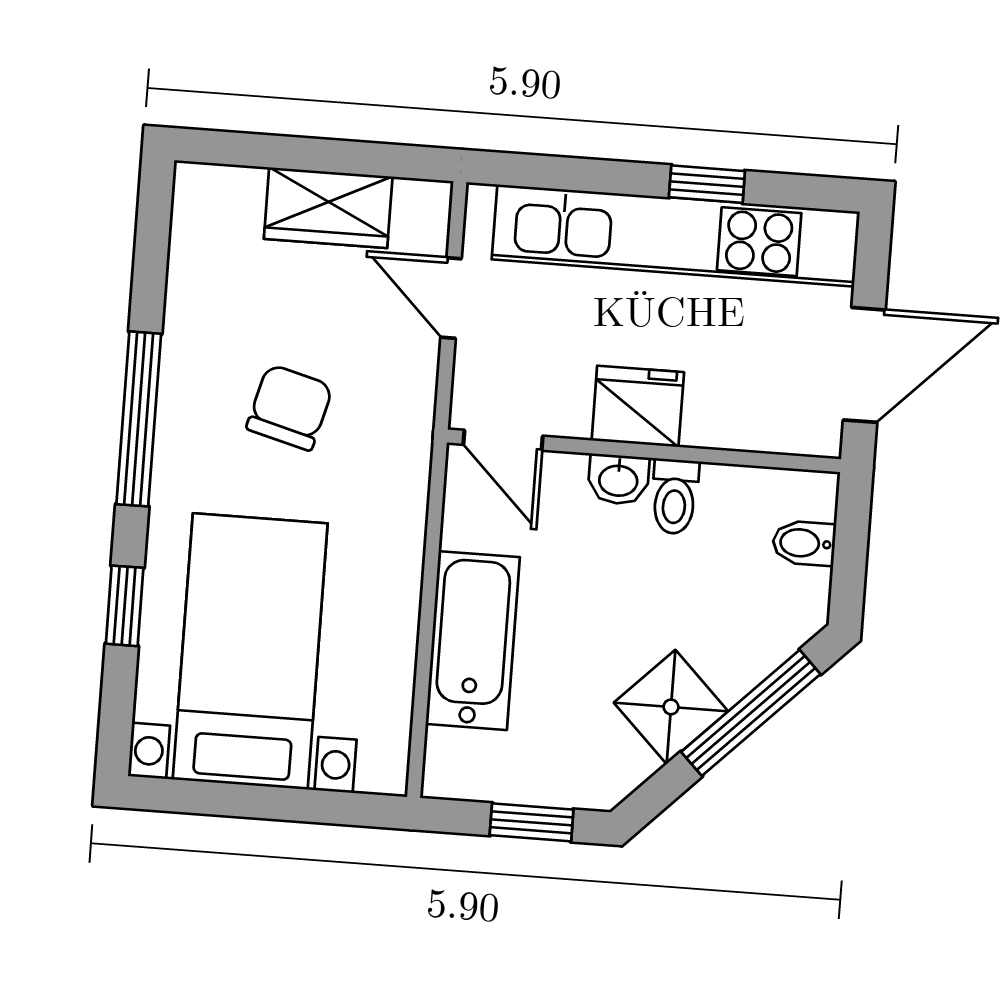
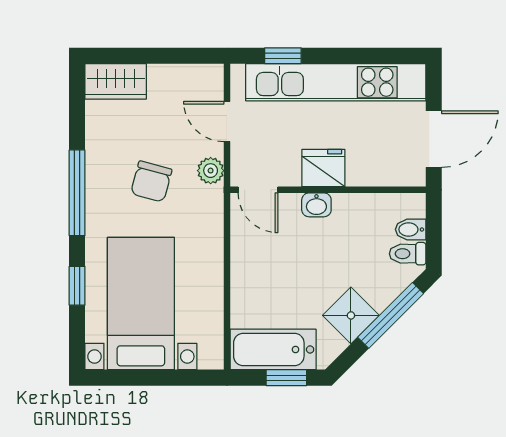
window: (707, 184) -> (283, 56), moved
wardrobe: (328, 208) -> (116, 81), moved
plant: (411, 394) -> (211, 171), added
chair: (290, 407) -> (151, 182), turned 180
toilet: (675, 496) -> (408, 254), moved, turned 90
bathtub: (473, 641) -> (273, 349), moved, turned -90

